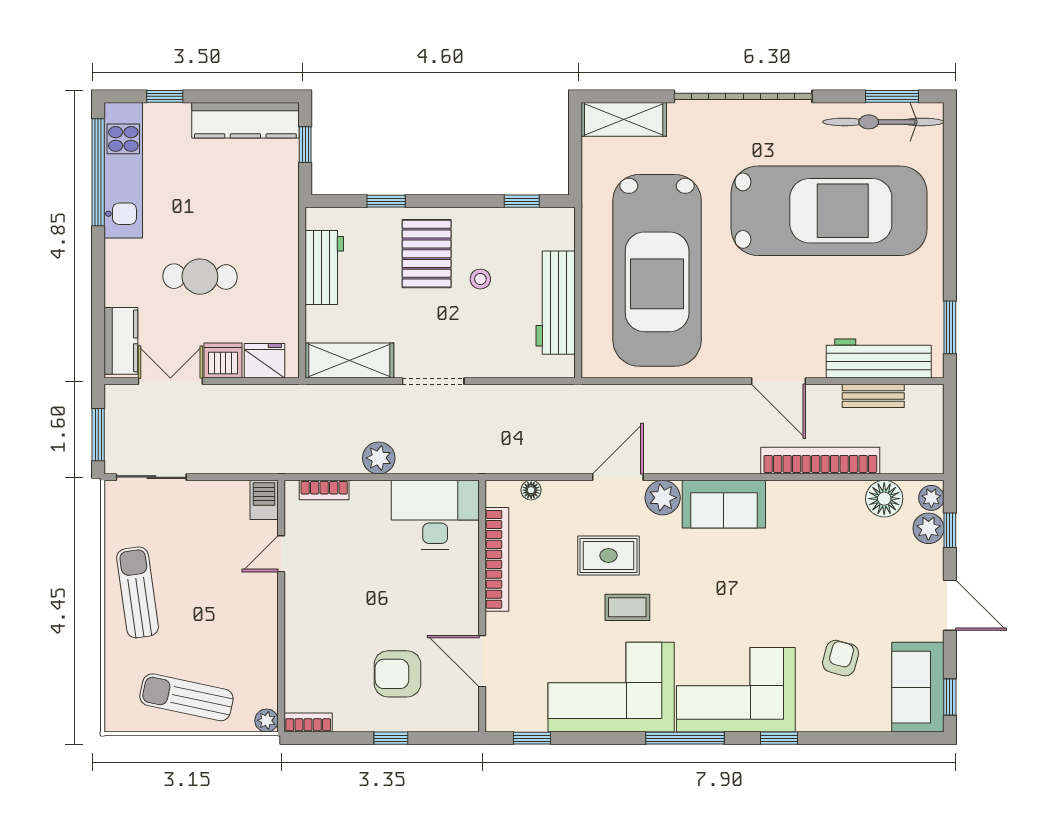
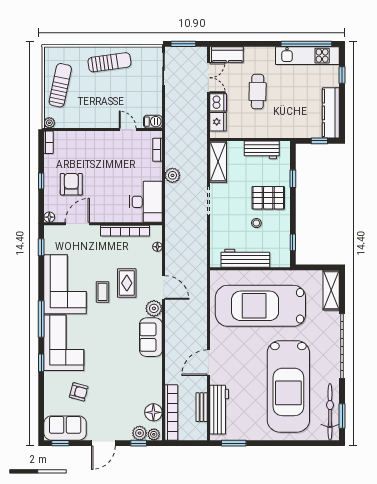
bookcase: (820, 461) -> (171, 412), moved
floor lamp: (468, 721) -> (49, 217), added

